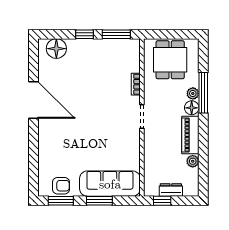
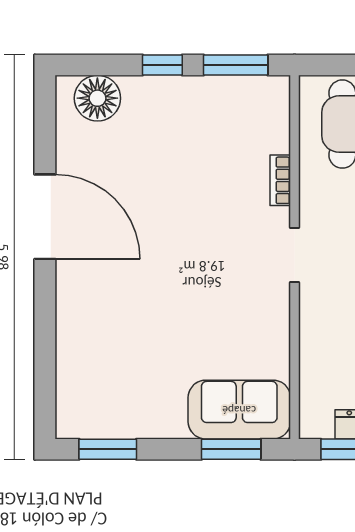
sofa: (110, 184) -> (239, 410), width x0.73
armchair: (61, 186) -> (108, 414), removed
window: (99, 201) -> (231, 449), moved

